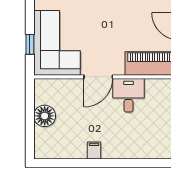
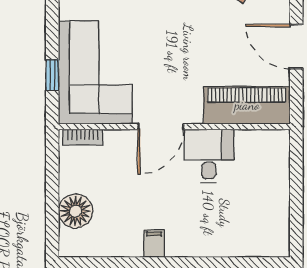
bookcase: (49, 83) -> (83, 137), added
floor lamp: (45, 116) -> (76, 211), moved

